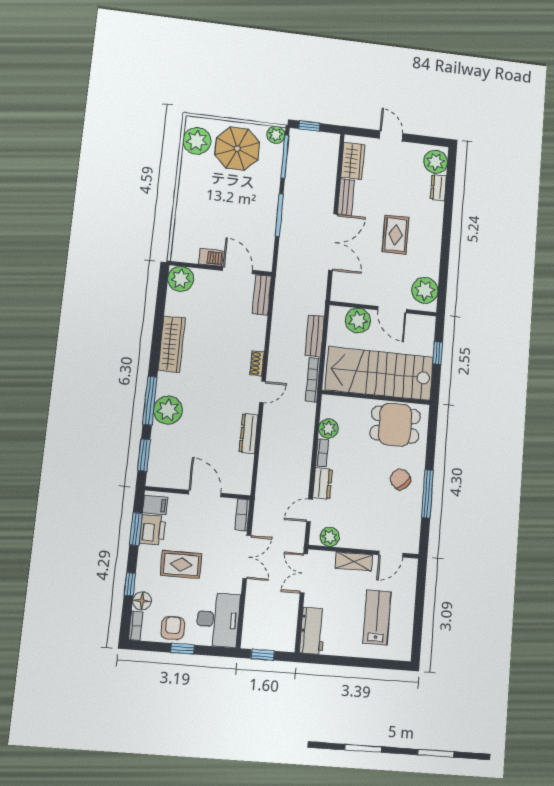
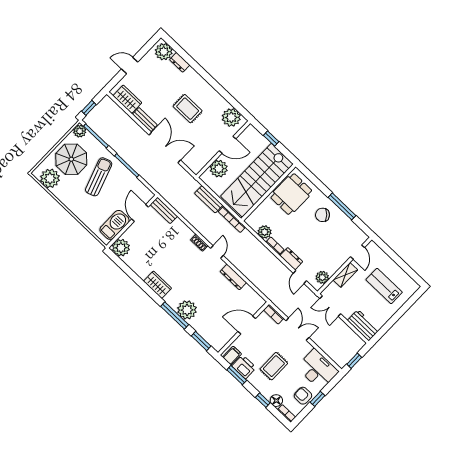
sun lounger: (242, 193) -> (99, 177), added
barbecue: (211, 257) -> (115, 225), width x1.88, depth x1.53
door: (238, 270) -> (140, 213), hinge flipped
wardrobe: (172, 344) -> (157, 285), width x0.67

